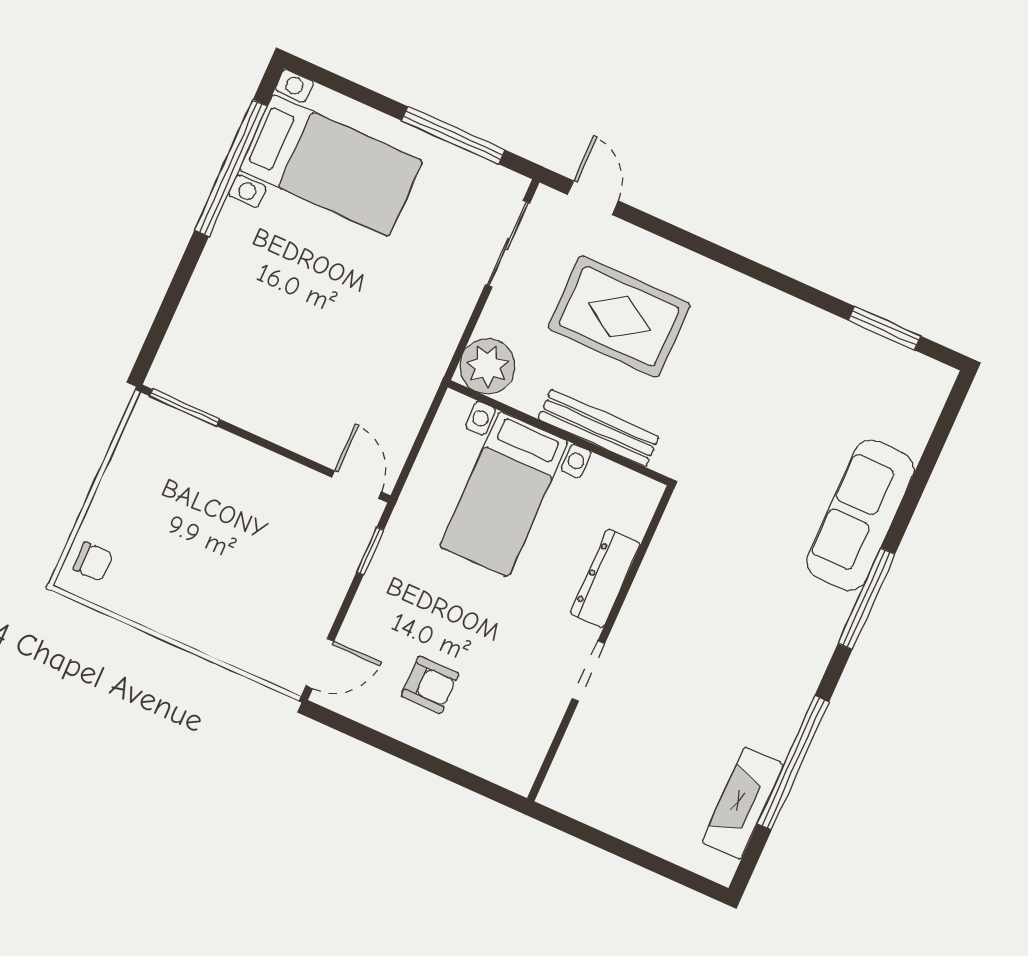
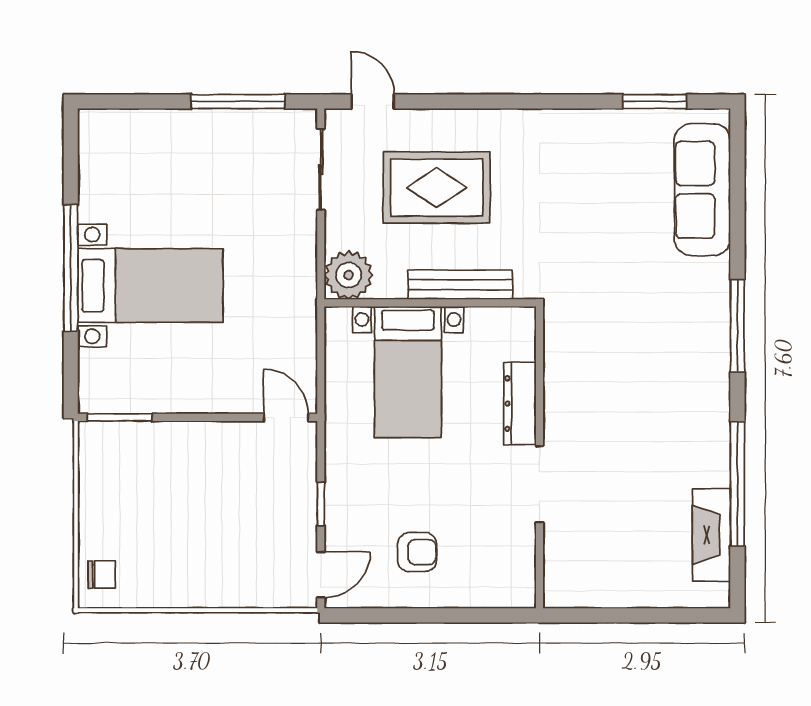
bed with nightstands: (331, 165) -> (150, 286), moved
window: (231, 168) -> (71, 268), moved
sofa: (860, 515) -> (702, 190), moved
window: (370, 551) -> (321, 504), moved
doorway: (588, 671) -> (540, 484), width x1.38

